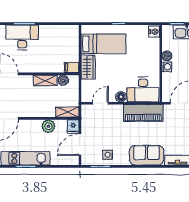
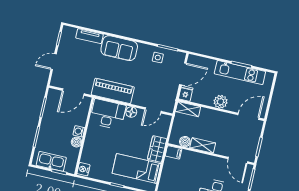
plant: (48, 126) -> (221, 102), moved

